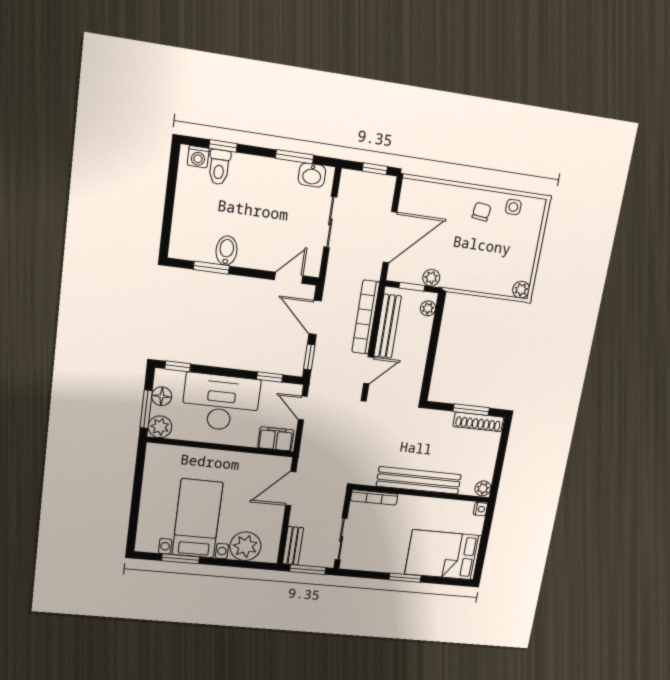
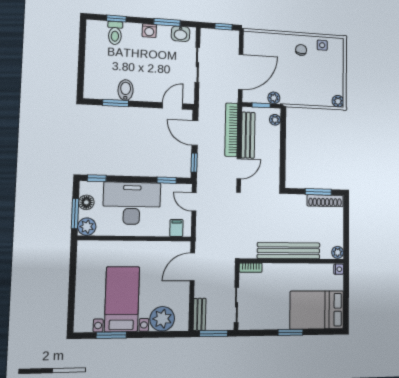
washing machine: (198, 157) -> (149, 31), moved
filing cabinet: (276, 439) -> (176, 228), width x0.50
bookcase: (374, 497) -> (251, 268), width x0.64

